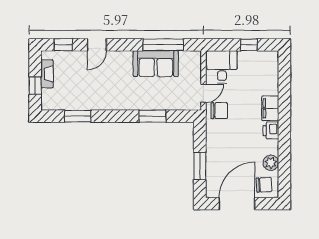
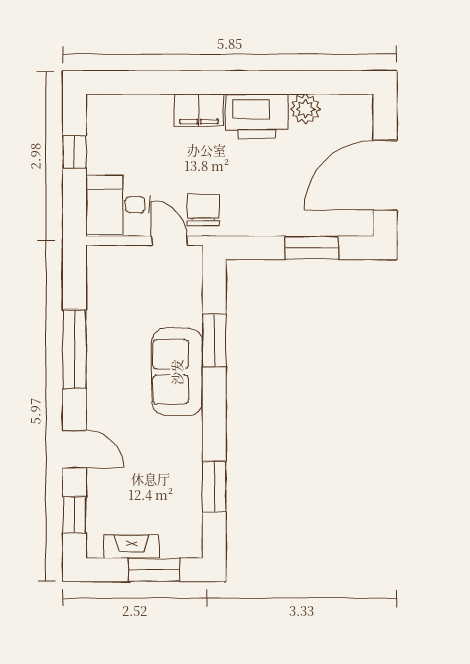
window: (163, 45) -> (75, 349), moved
sofa: (156, 64) -> (177, 372), moved, turned 180
window: (35, 86) -> (154, 570), width x1.50
printer: (271, 131) -> (257, 116), width x1.87, depth x1.48
chair: (264, 185) -> (348, 122), removed
door: (237, 204) -> (385, 175), hinge flipped

